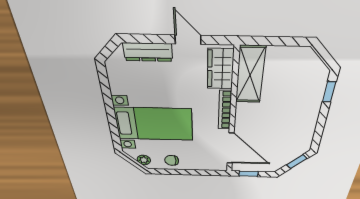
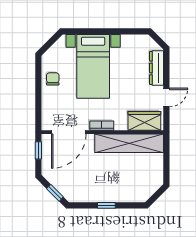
shelving: (250, 75) -> (129, 143), width x1.47
window: (329, 92) -> (106, 205), moved
bookcase: (225, 110) -> (102, 126), width x0.64
plant: (144, 160) -> (52, 53), removed

